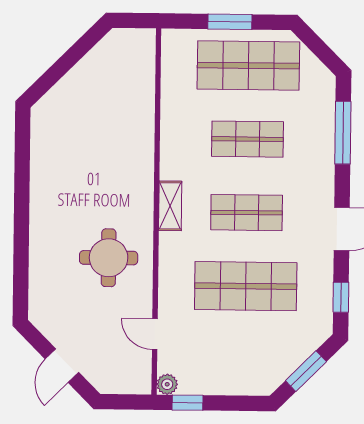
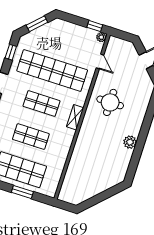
plant: (43, 190) -> (130, 142), added
shop shelf: (246, 286) -> (52, 70), width x1.40

